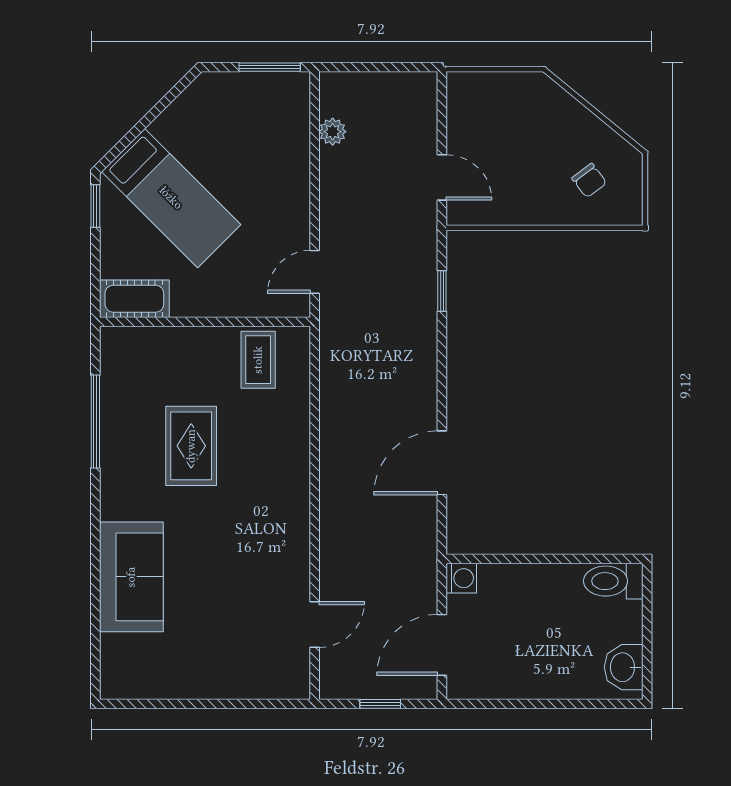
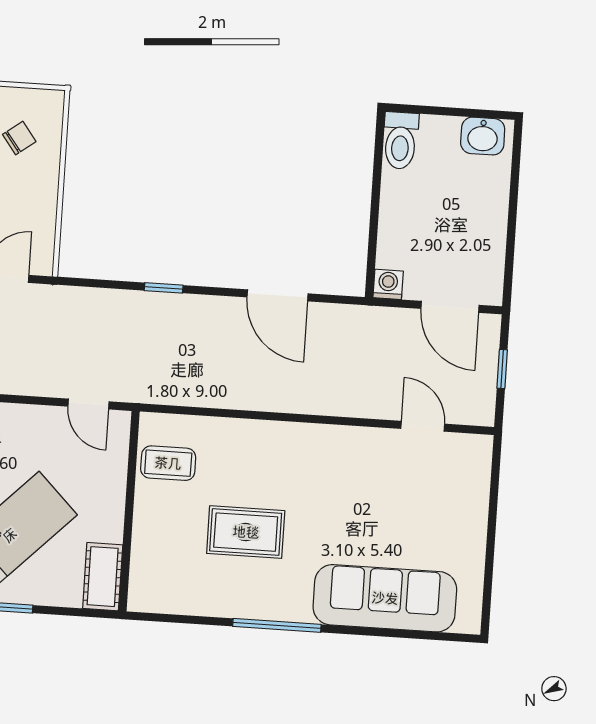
window: (442, 291) -> (164, 288), moved
window: (95, 422) -> (277, 625), moved
sofa: (131, 577) -> (385, 598), width x1.36

